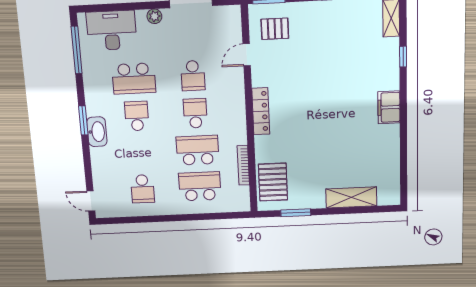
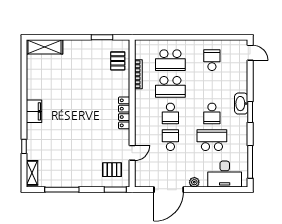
pallet: (273, 182) -> (118, 61), width x0.67, depth x0.71
shelving: (351, 197) -> (45, 47), moved

